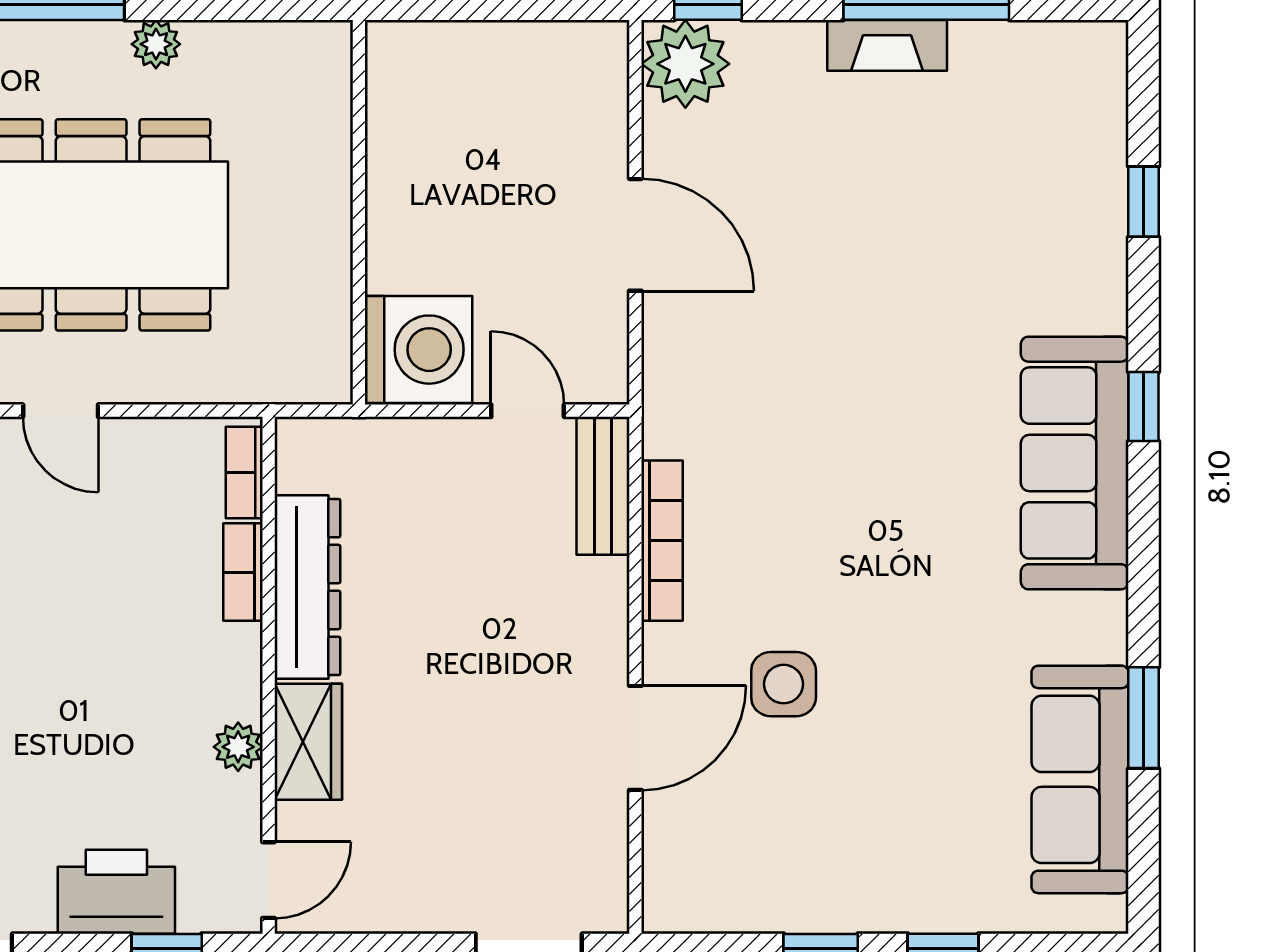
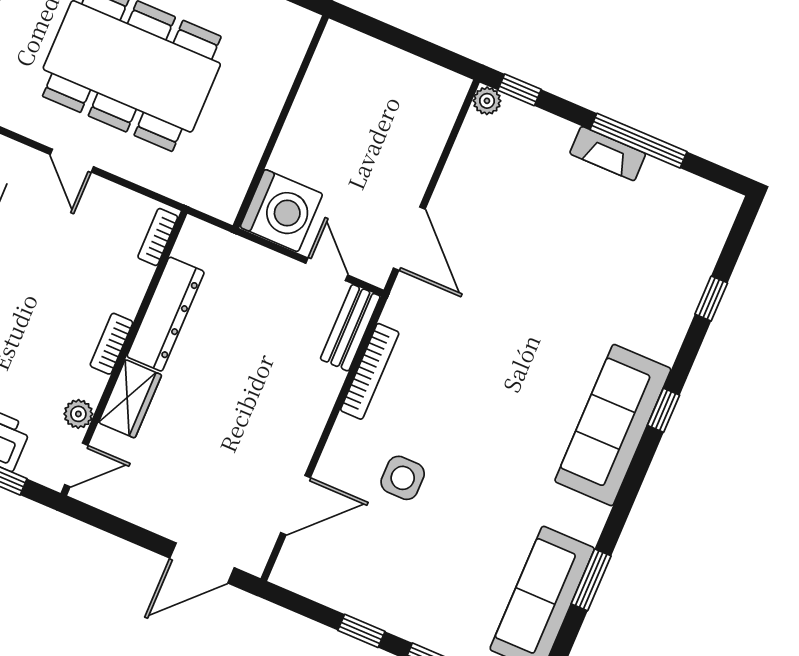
plant: (685, 64) -> (487, 101), width x0.53, depth x0.53
door: (635, 235) -> (409, 239), moved
bookcase: (243, 572) -> (111, 344), moved
door: (635, 738) -> (296, 505), moved
plant: (238, 747) -> (78, 414), moved

